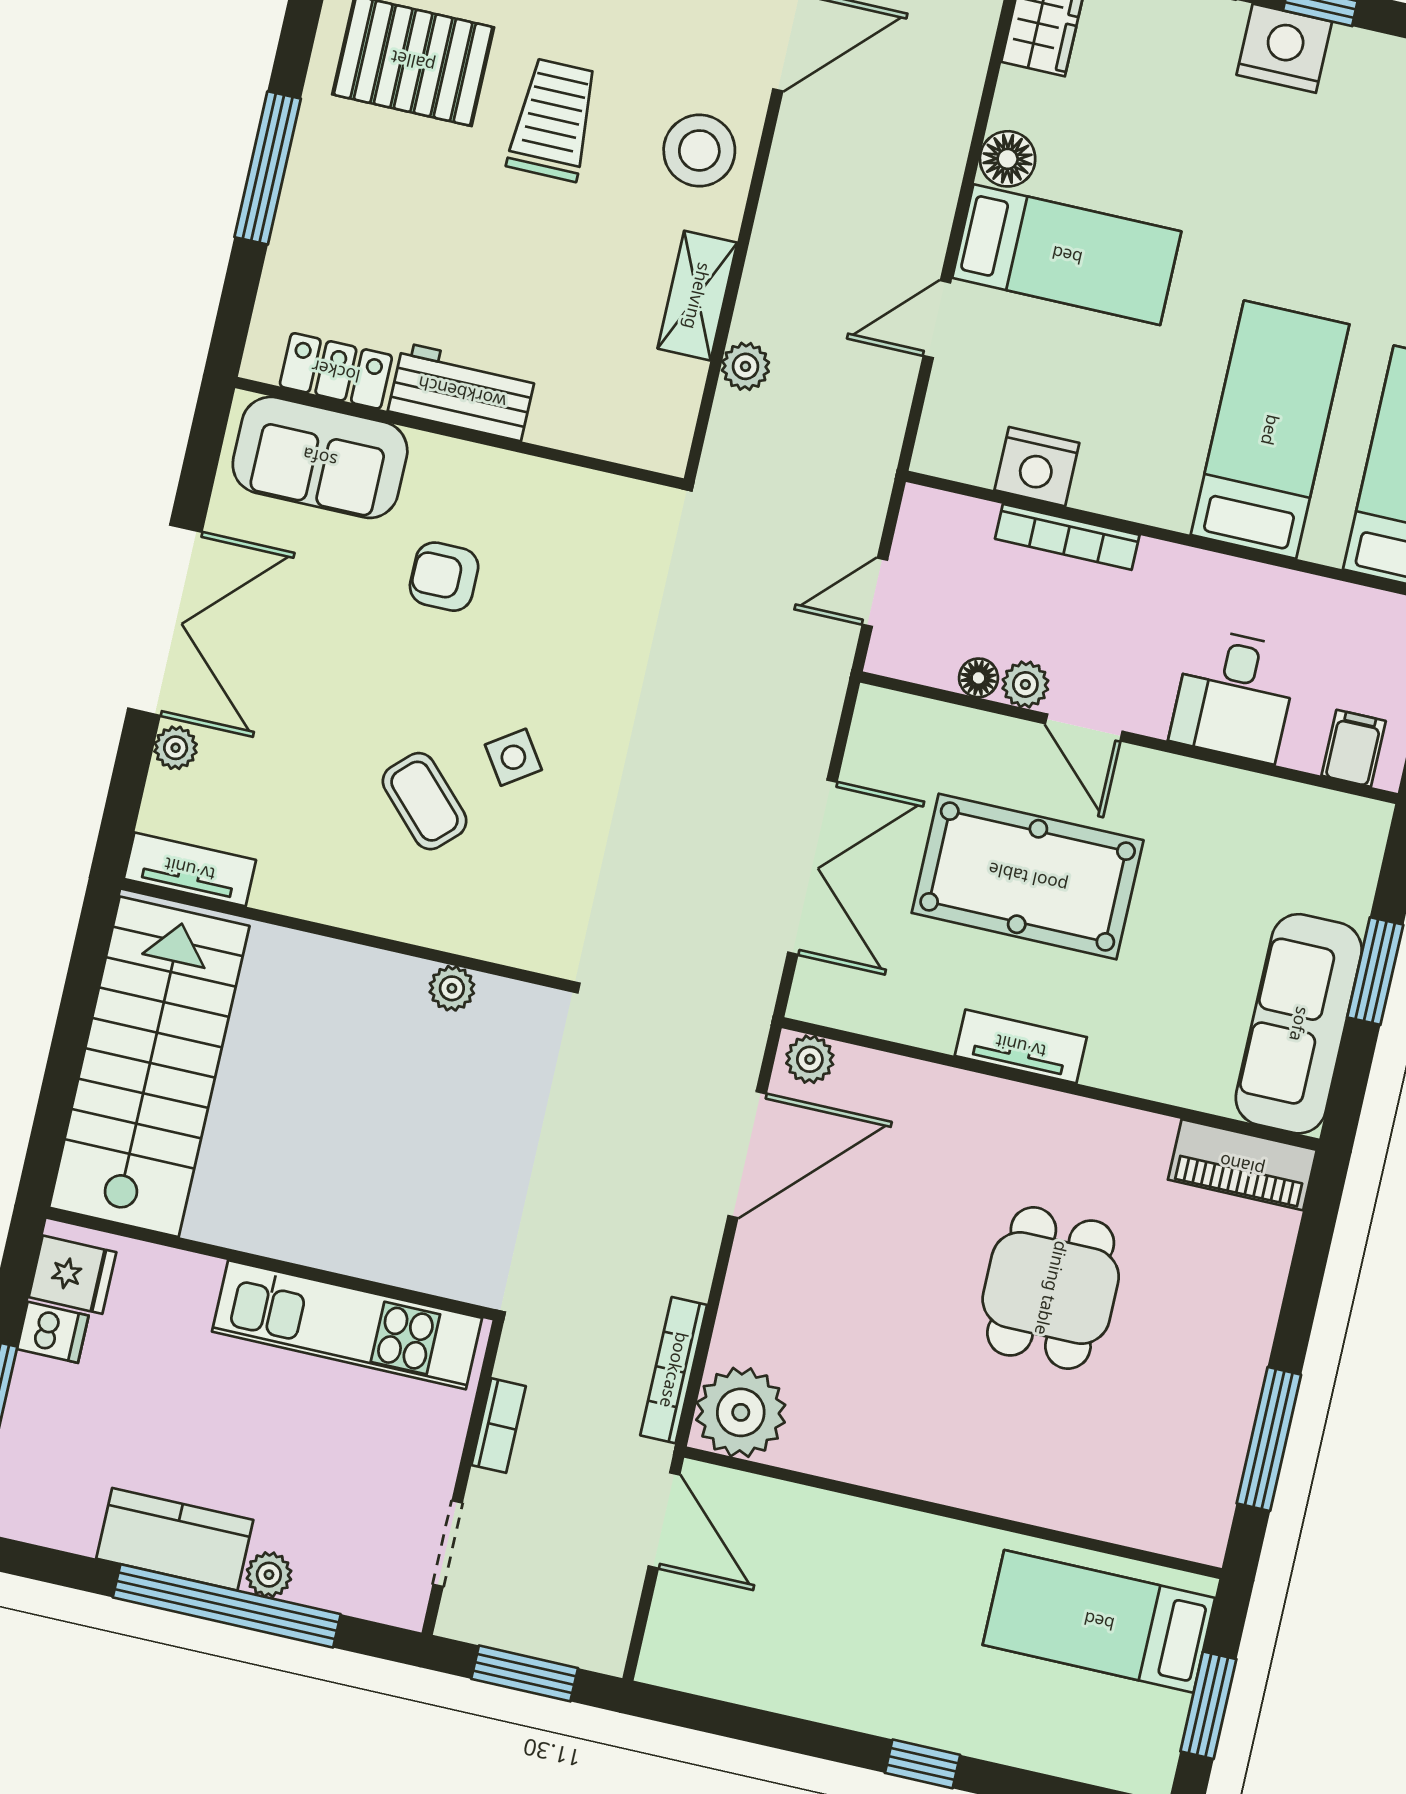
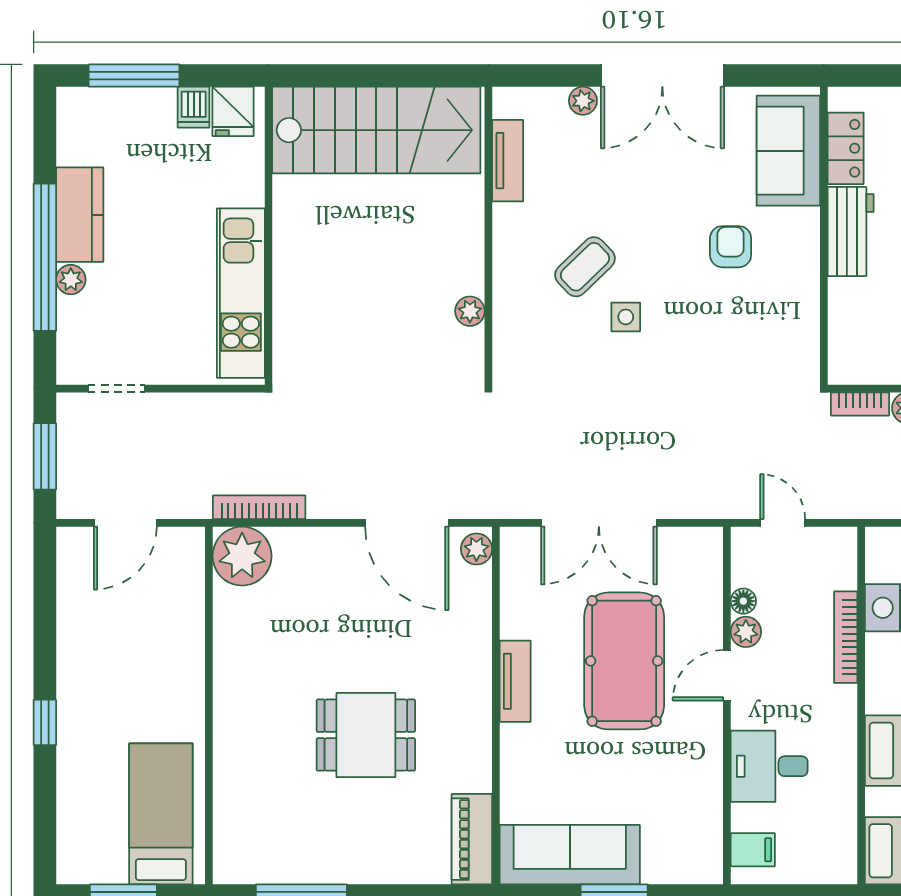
side table: (513, 757) -> (626, 317), turned 34
tv unit: (190, 869) -> (508, 161), moved
bookcase: (499, 1426) -> (860, 404), moved
door: (664, 1520) -> (125, 523), moved

